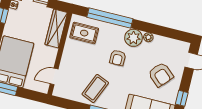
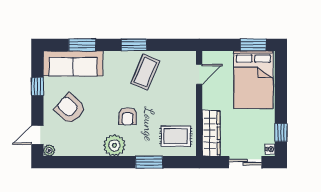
window: (110, 18) -> (149, 162), width x0.47
plant: (148, 37) -> (49, 150), moved
armchair: (118, 58) -> (128, 116), turned 180

